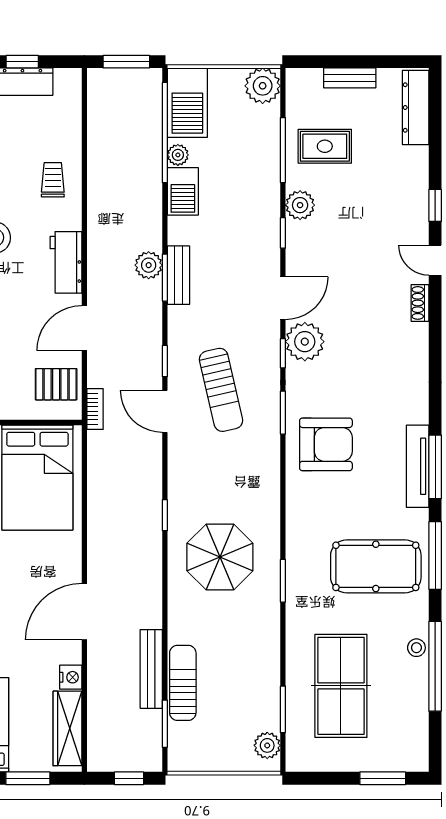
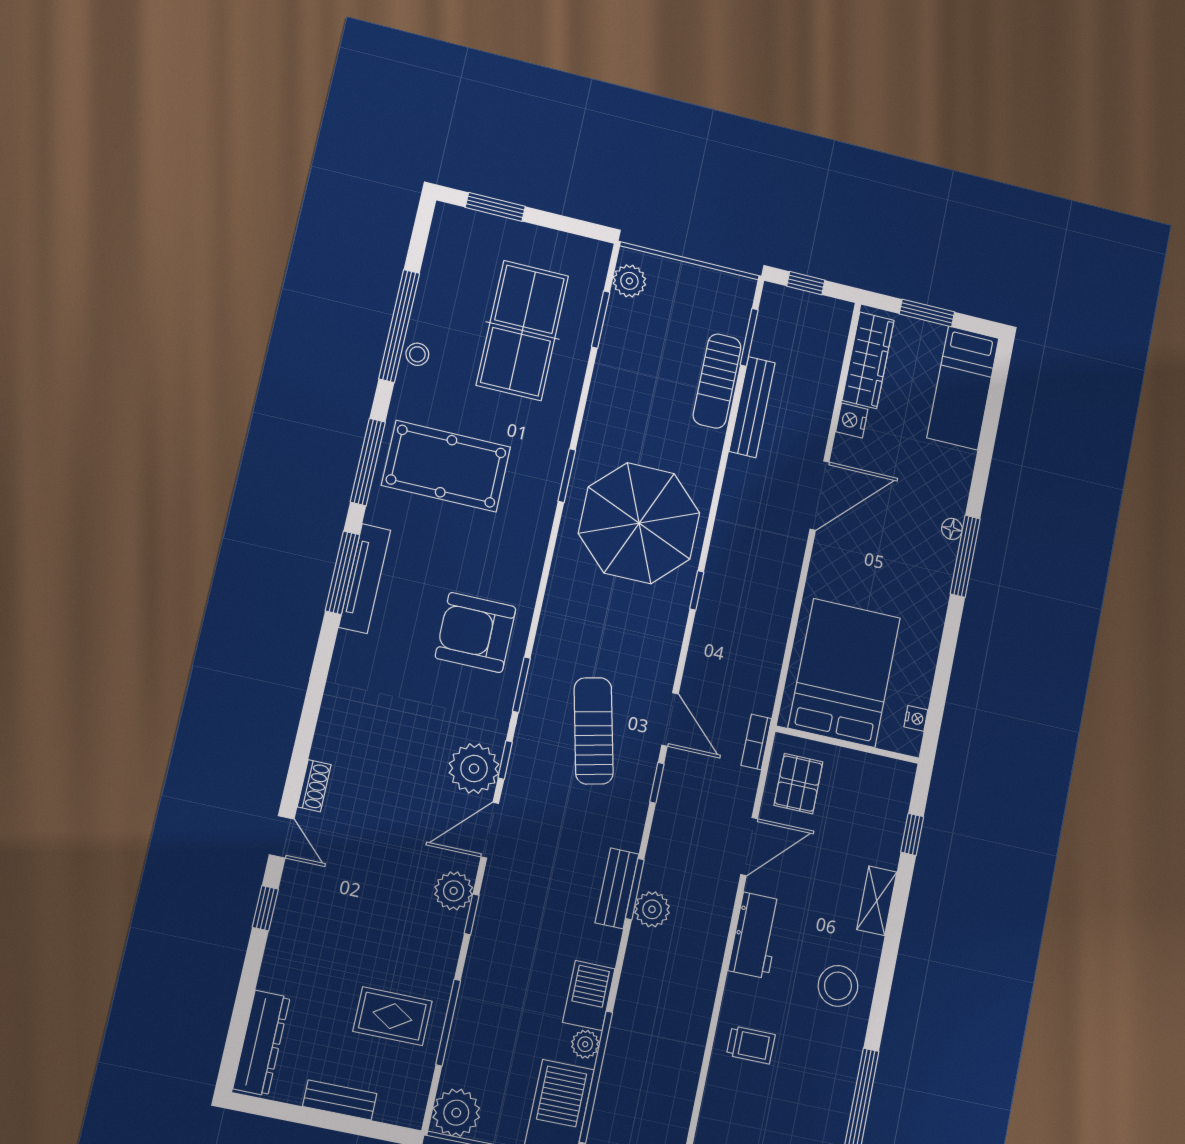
trolley: (53, 180) -> (751, 1045), turned -90
plant: (300, 205) -> (454, 891), moved
pallet: (56, 384) -> (798, 784), turned 90
parasol: (220, 557) -> (639, 523), width x1.36, depth x1.36

